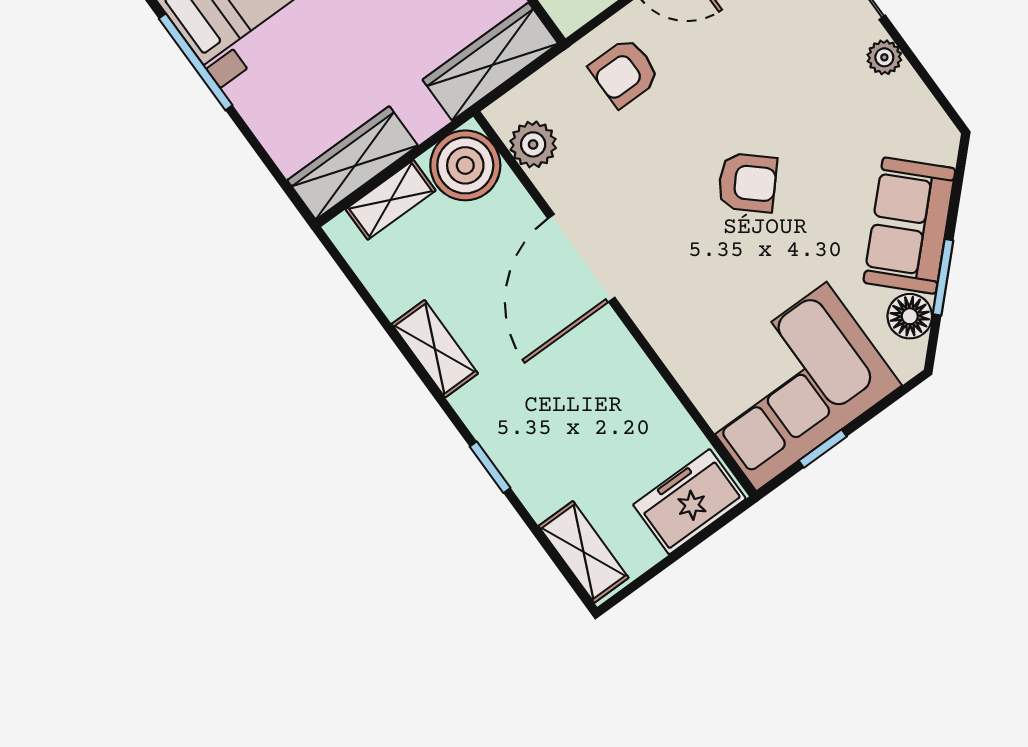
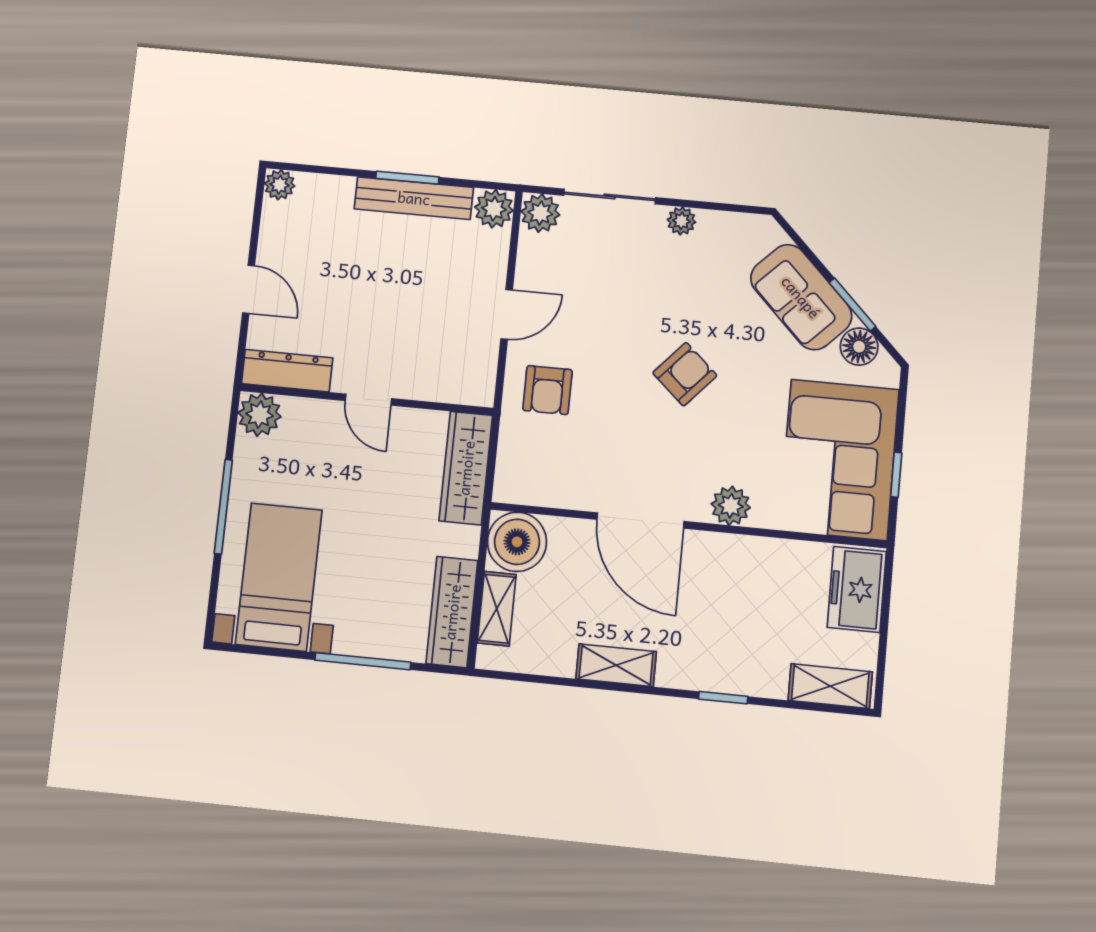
window: (196, 62) -> (363, 661), moved
plant: (533, 144) -> (731, 506), moved

